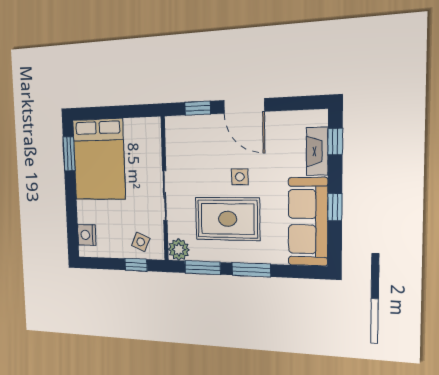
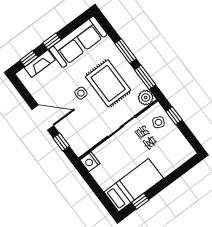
door: (244, 106) -> (43, 118), hinge flipped
window: (69, 154) -> (140, 201), width x0.67
bed: (99, 160) -> (134, 185), width x0.67
window: (335, 207) -> (52, 41), moved
nightstand: (87, 235) -> (90, 162), moved, turned 90

